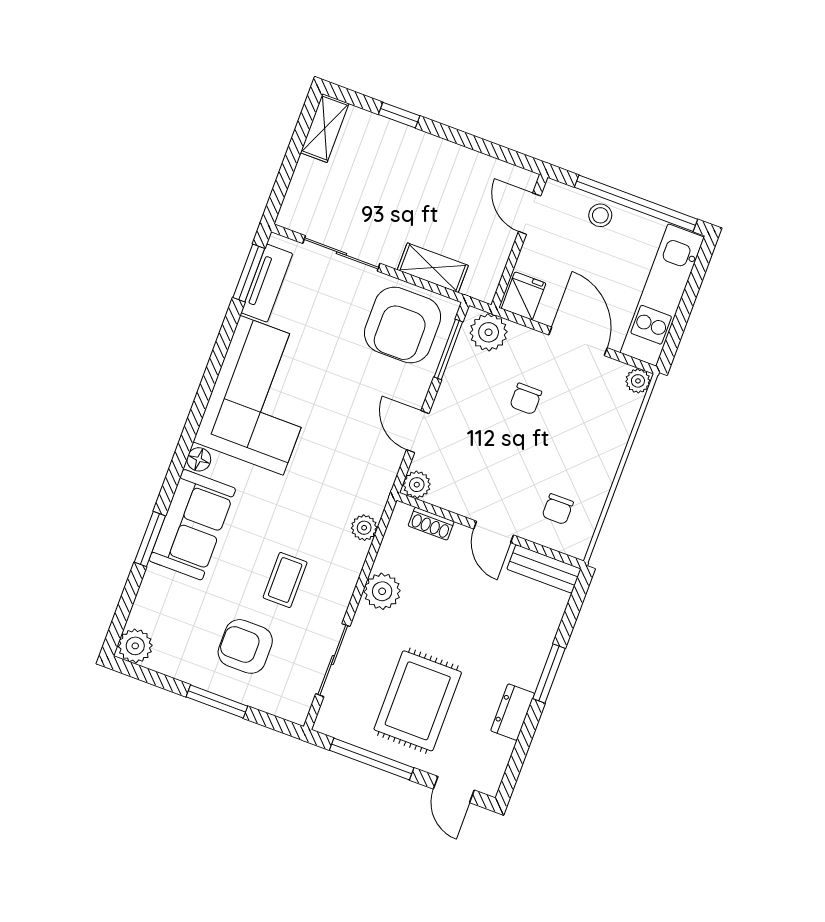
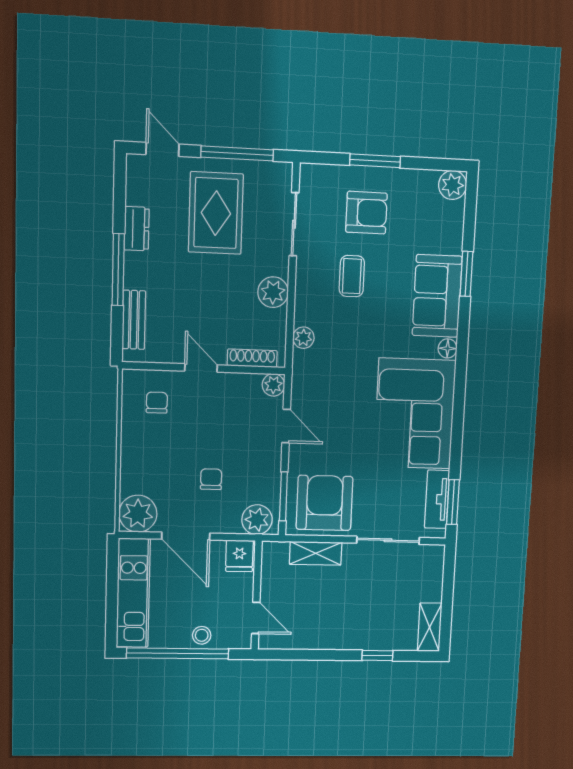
plant: (638, 381) -> (138, 514), width x1.88, depth x1.88
shoe rack: (431, 524) -> (252, 358), width x1.43
bench: (544, 569) -> (134, 320), moved, turned 90
window: (549, 673) -> (118, 270), width x1.44

